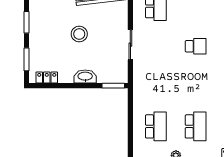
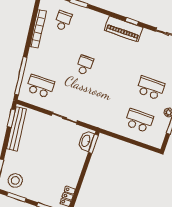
stool: (79, 34) -> (15, 180), moved
washbasin: (85, 77) -> (86, 141), moved

